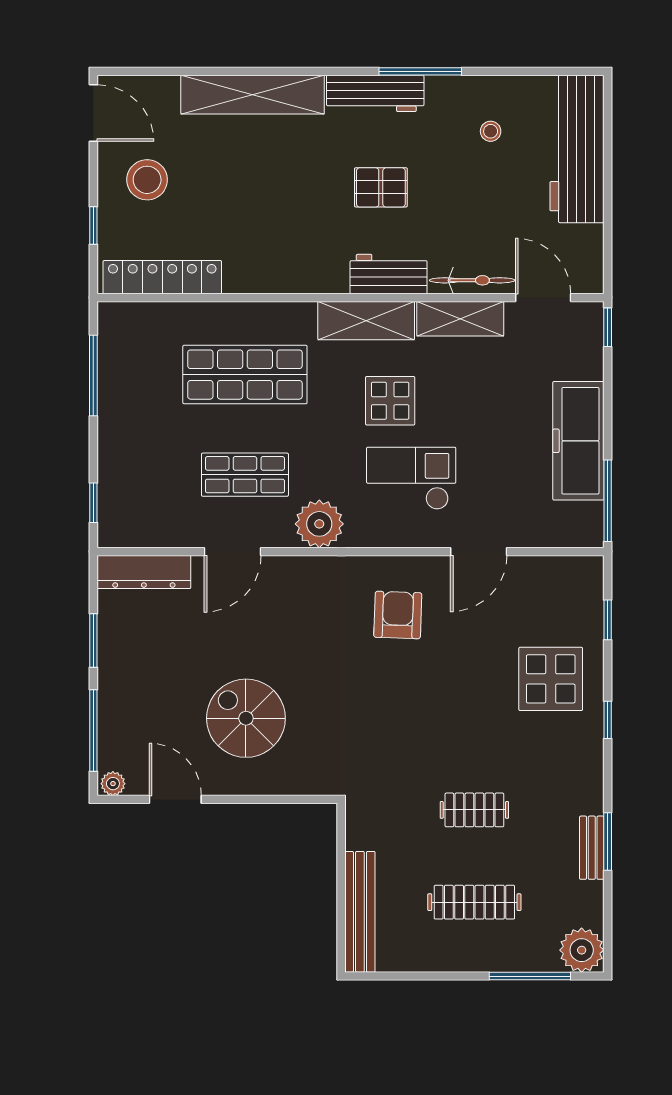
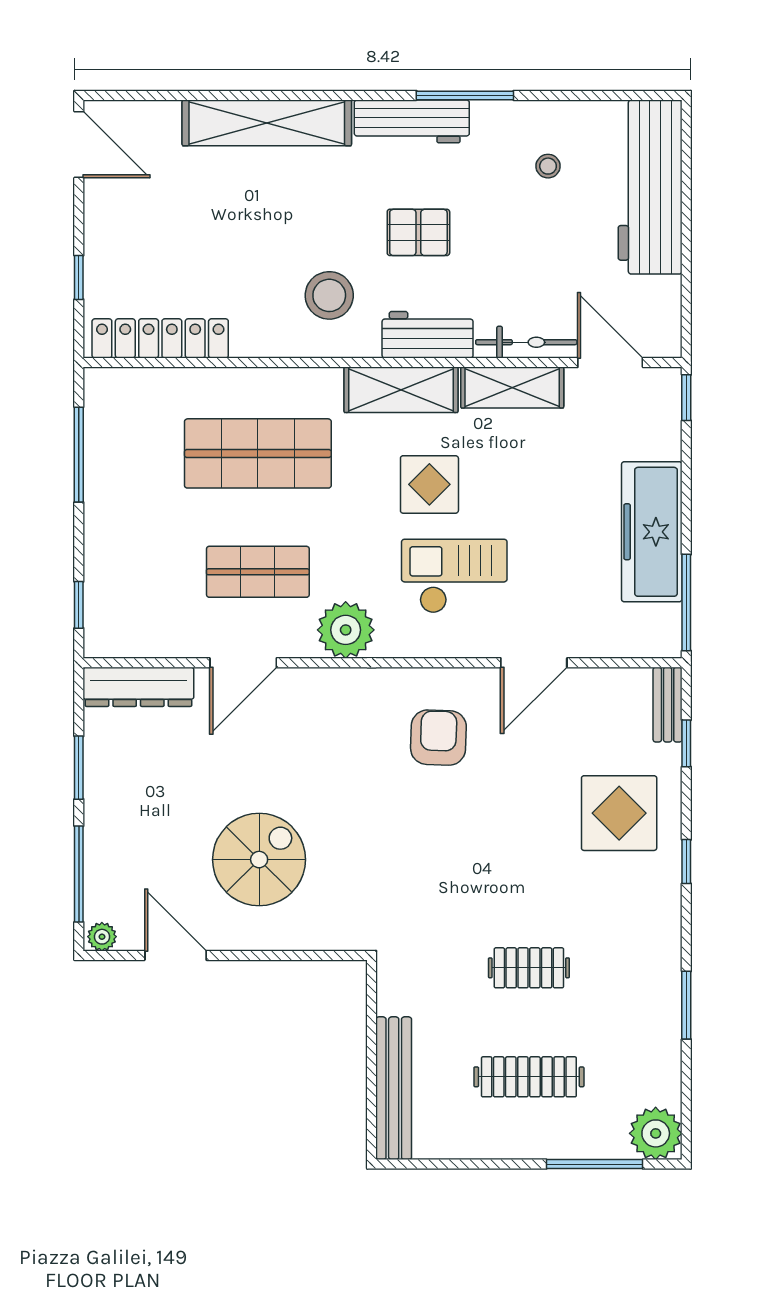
stool: (147, 180) -> (329, 295), moved
spiral stairs: (246, 718) -> (259, 860), turned 90
bench: (592, 848) -> (668, 705), moved

